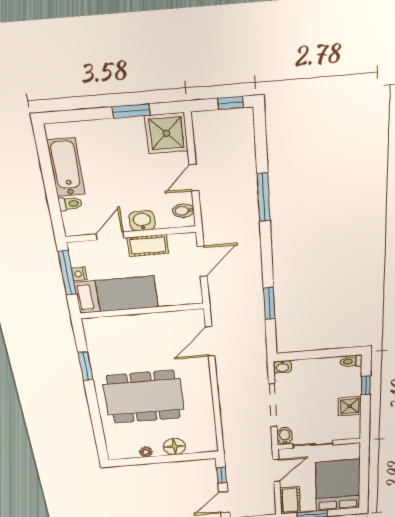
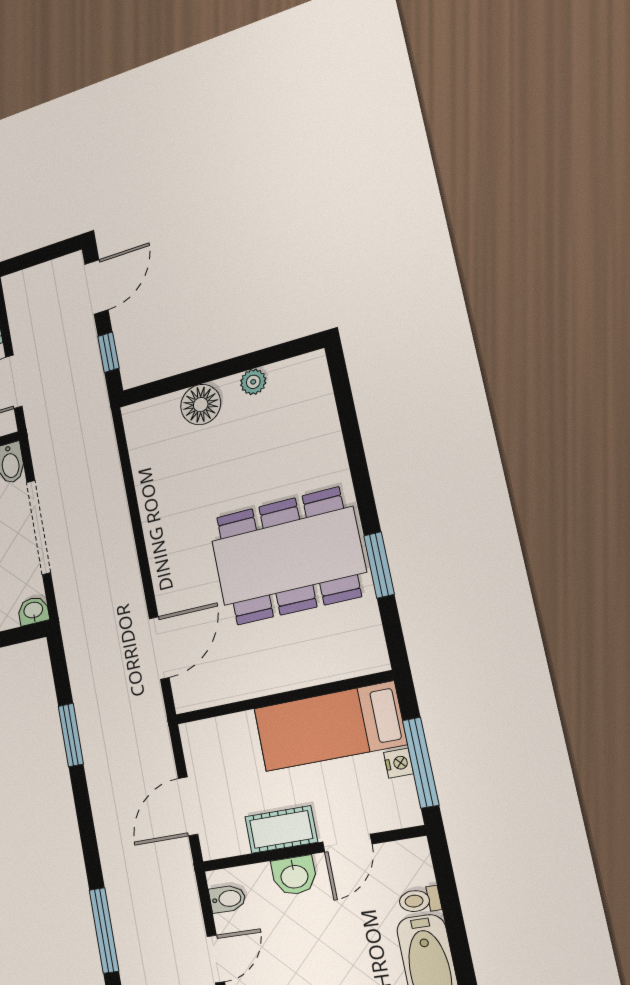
dining table: (144, 397) -> (288, 556), moved

